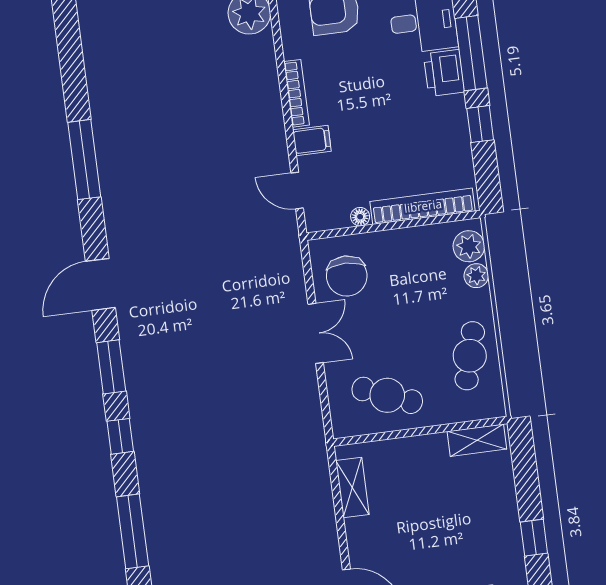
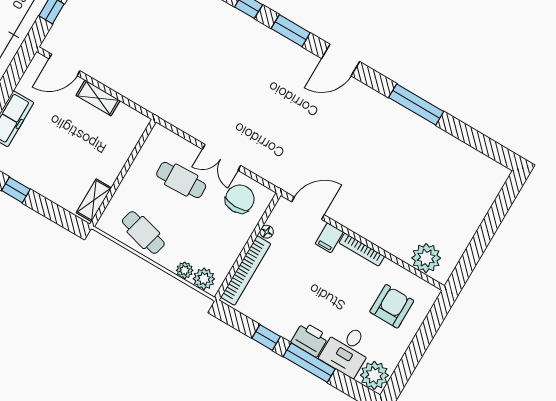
door: (297, 191) -> (308, 208), width x1.38
chair: (347, 276) -> (240, 199), turned 89
door: (100, 284) -> (341, 60), swing flipped
cafe table: (387, 395) -> (181, 180), moved, turned 66
shelving: (352, 487) -> (98, 98), moved

